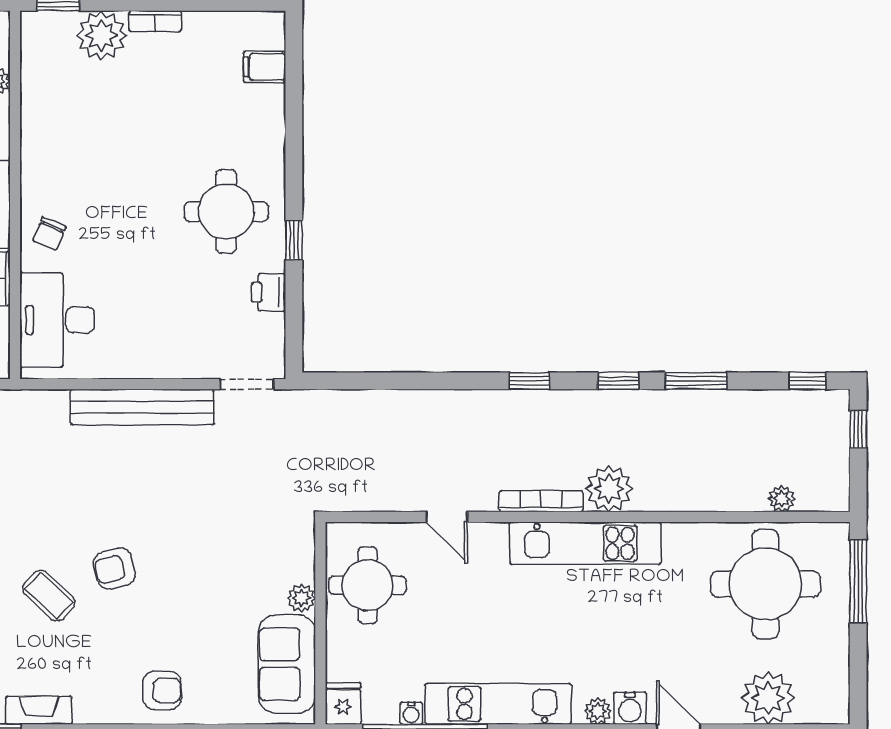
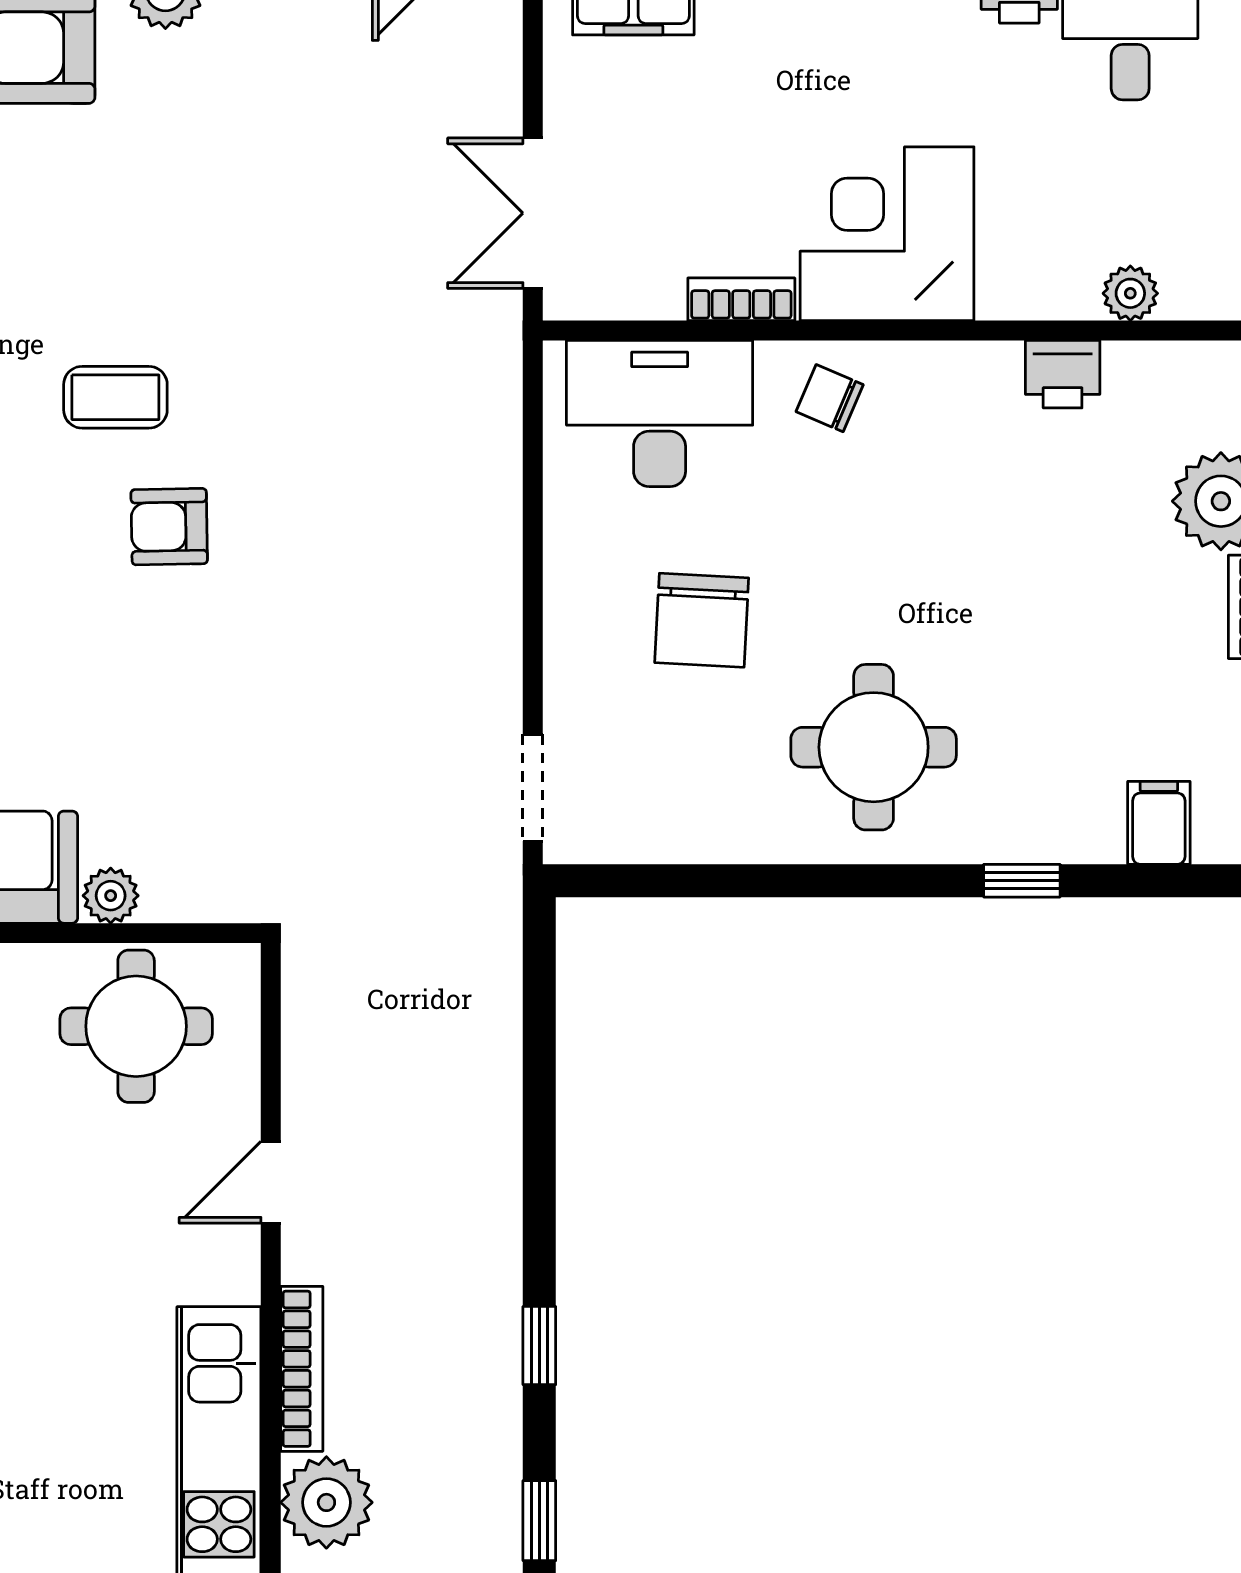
window: (294, 240) -> (1022, 881), moved
printer: (268, 292) -> (1063, 374), moved, turned 180
chair: (162, 299) -> (702, 620), added
bench: (142, 407) -> (488, 582), removed
armchair: (114, 568) -> (169, 527), turned -77
coffee table: (49, 596) -> (115, 397), turned 47

